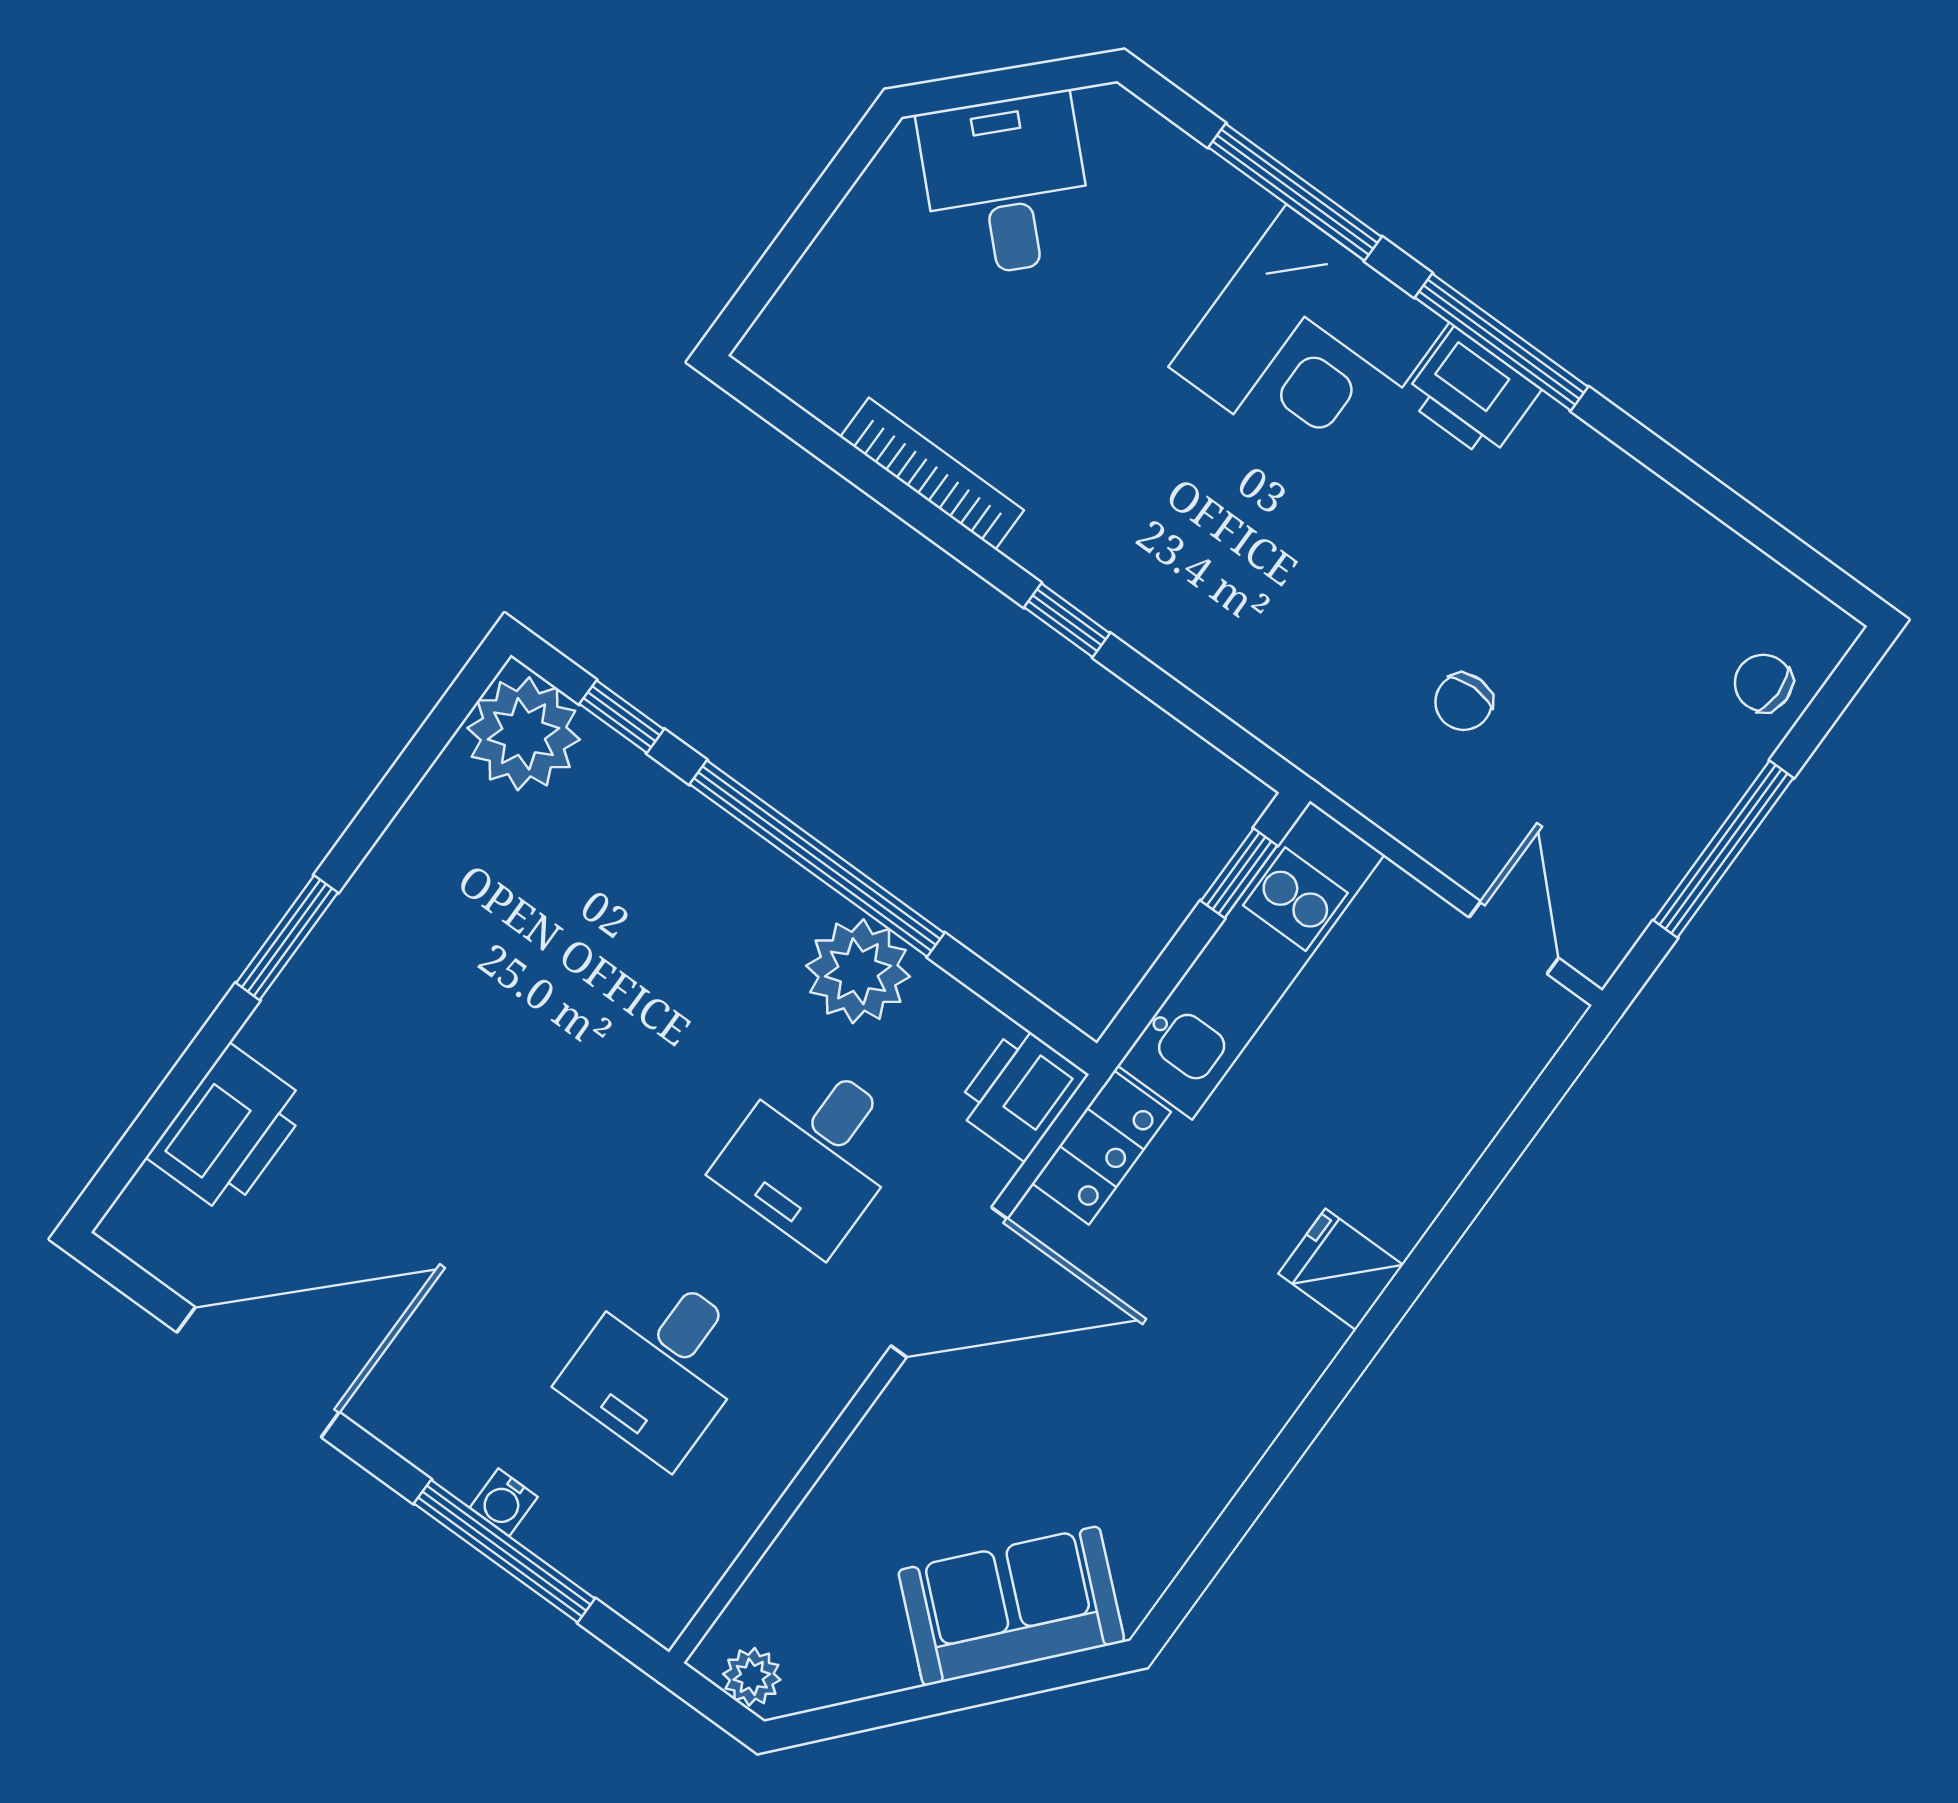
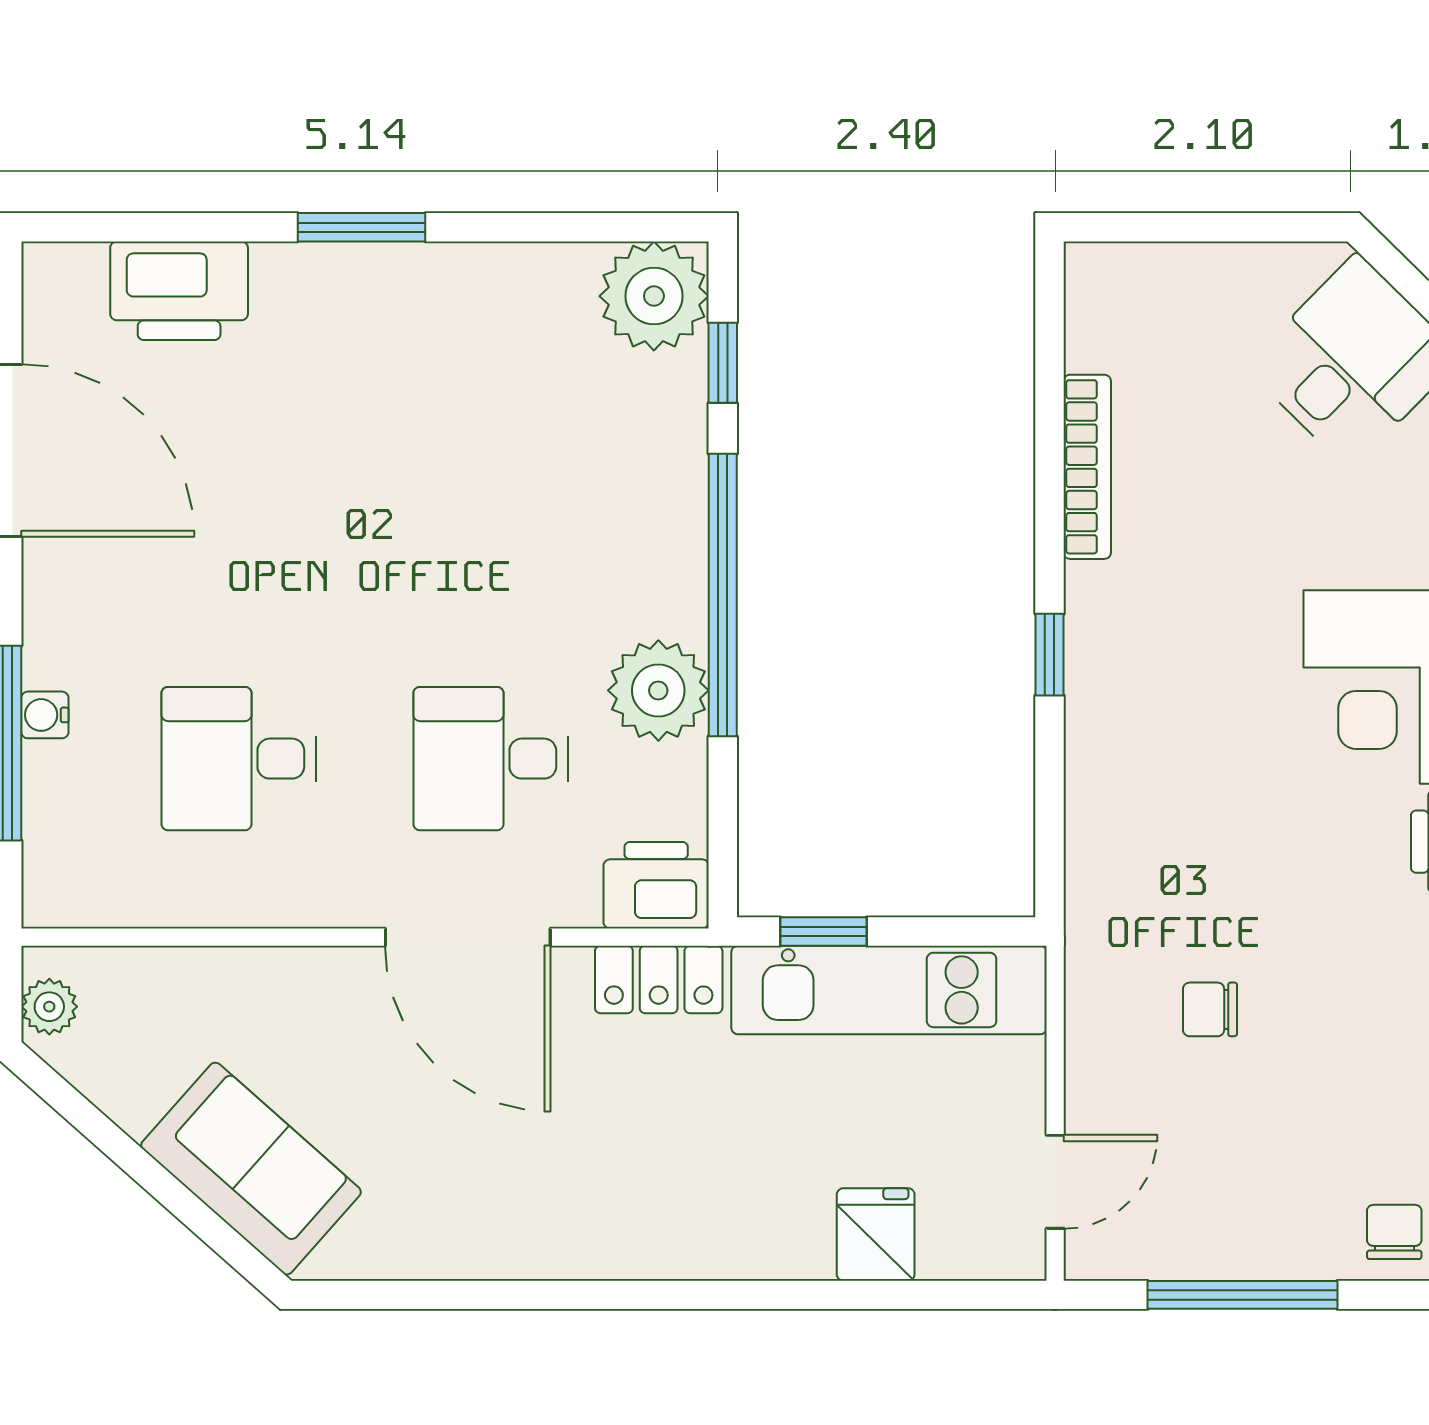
window: (1239, 873) -> (823, 931), moved
fridge: (1341, 1269) -> (876, 1234), moved

